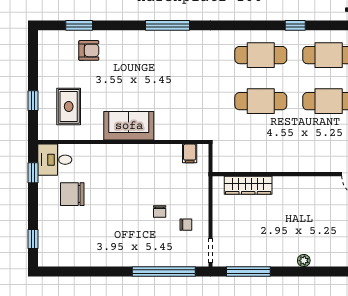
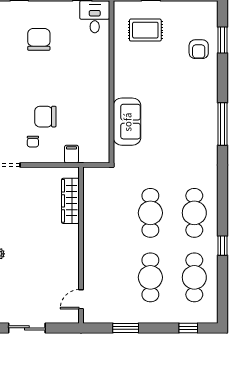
sofa: (129, 126) -> (127, 122), moved
filing cabinet: (190, 153) -> (71, 154), moved, turned 90
chair: (72, 194) -> (39, 39), moved
chair: (160, 211) -> (45, 117), width x1.87, depth x1.87

